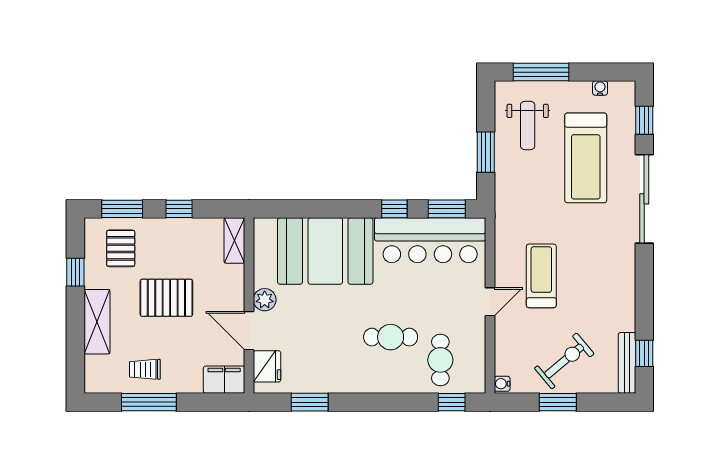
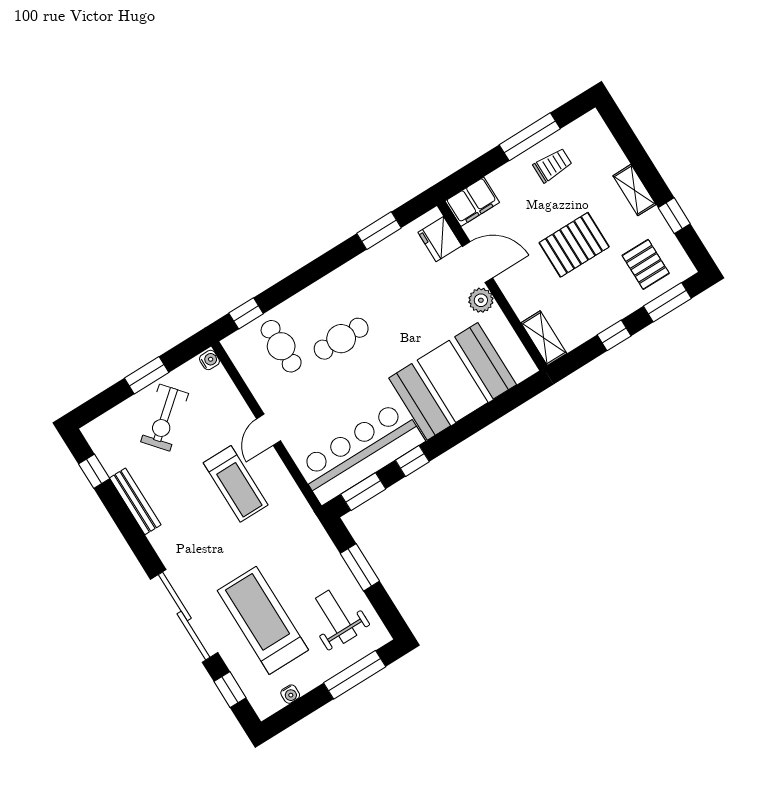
shelving: (97, 322) -> (634, 190), width x0.67, depth x0.75
bench: (627, 363) -> (135, 501), moved

